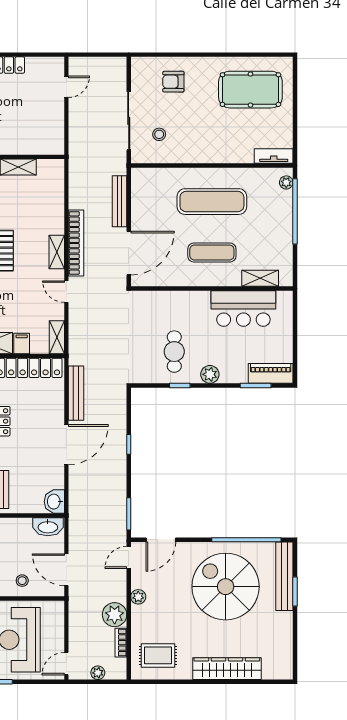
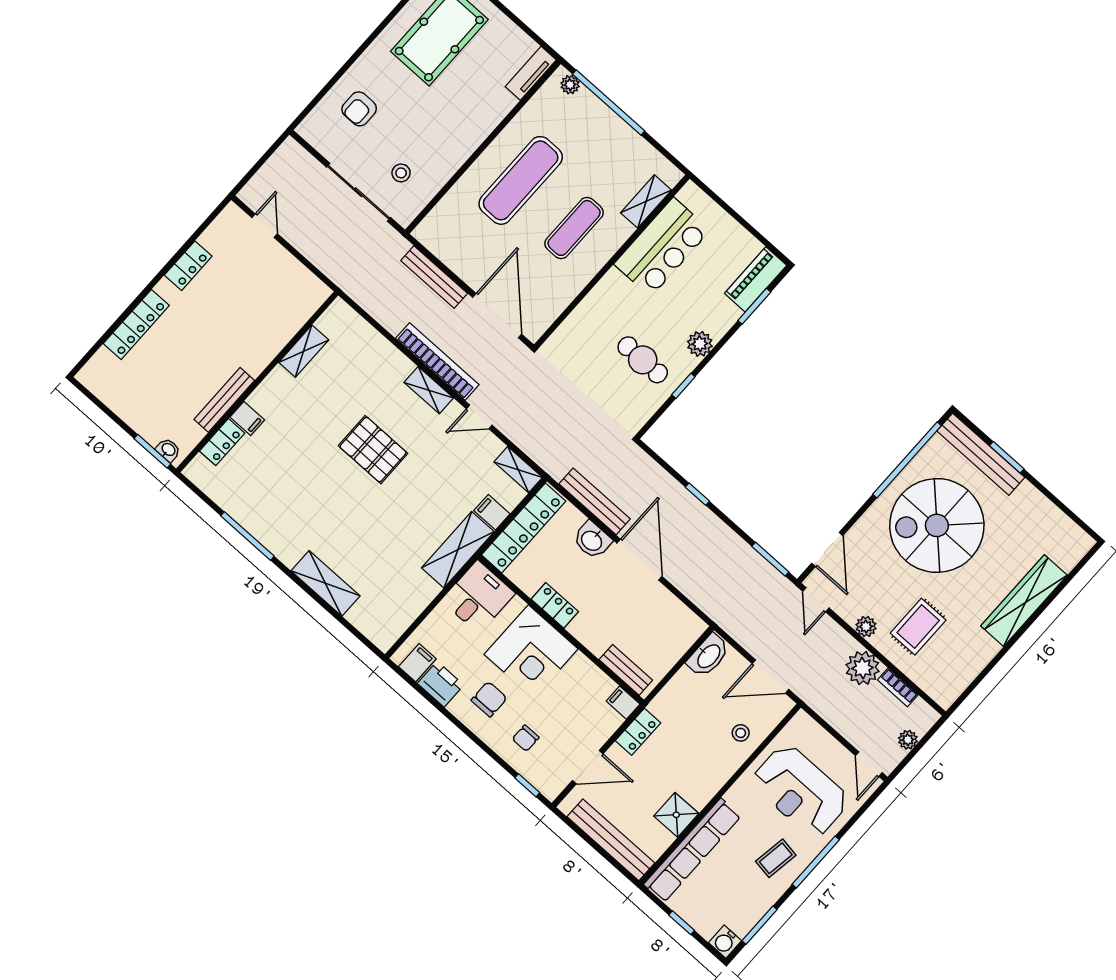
washbasin: (54, 502) -> (592, 540), moved
rug: (158, 655) -> (918, 627), moved

